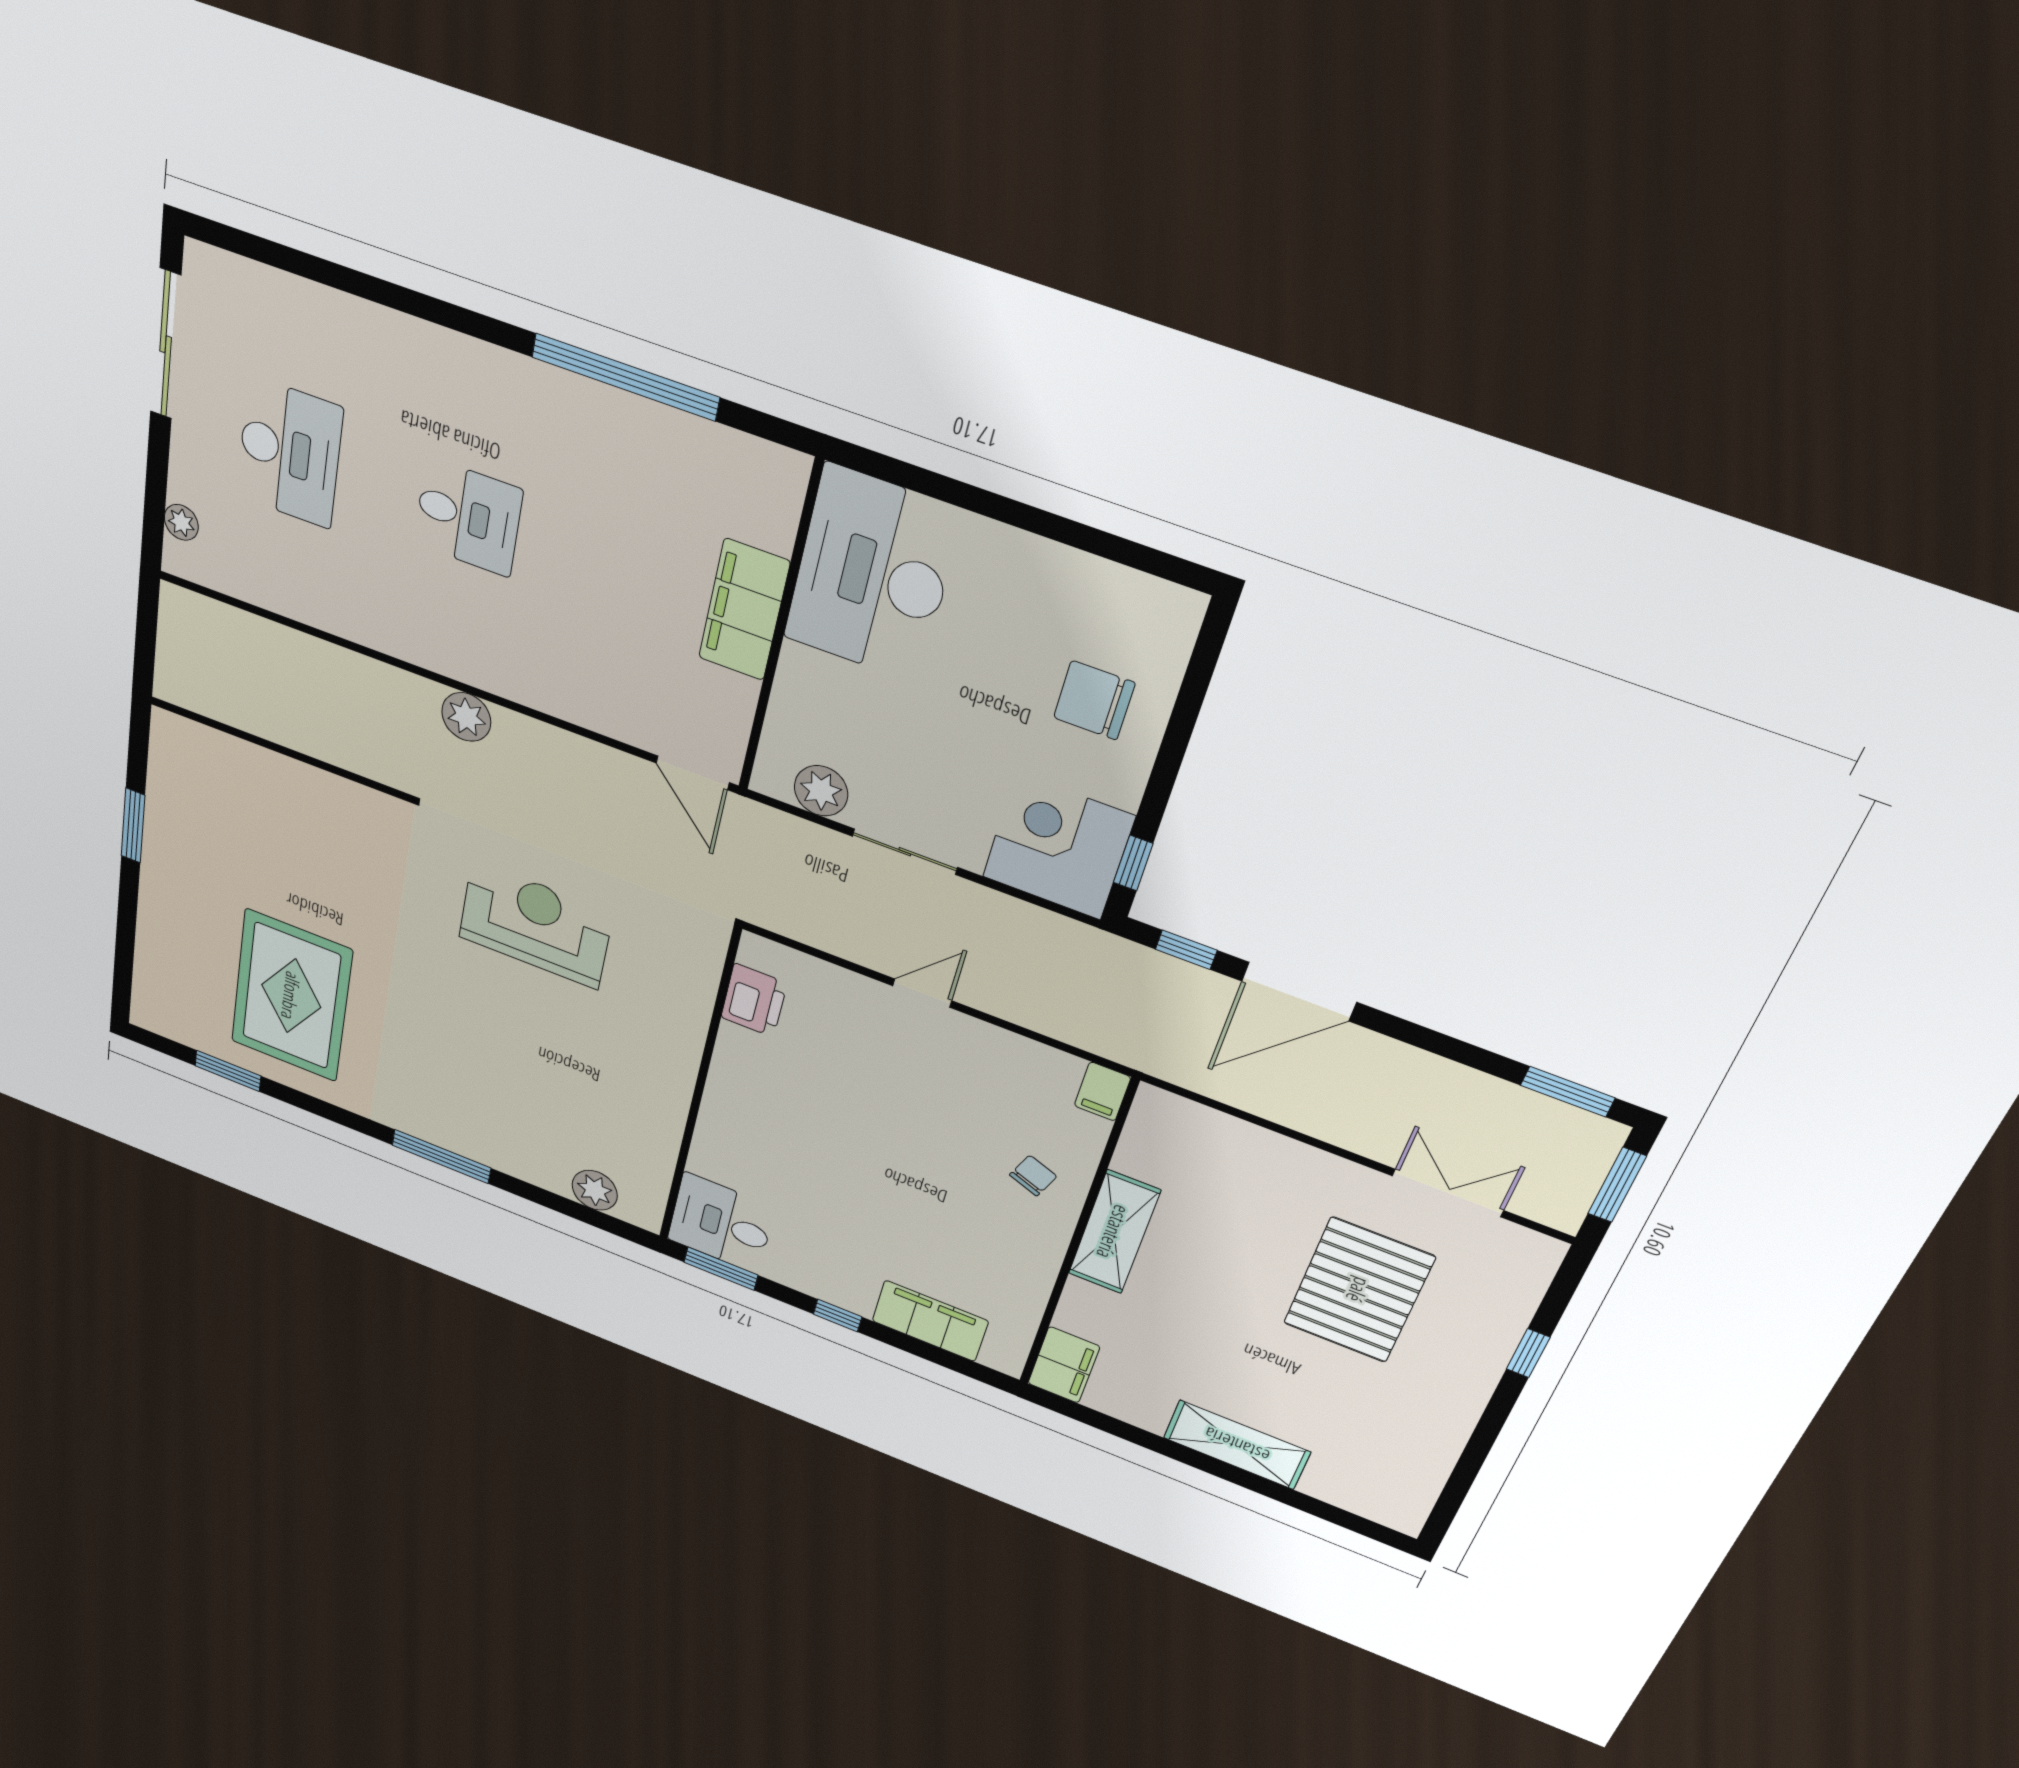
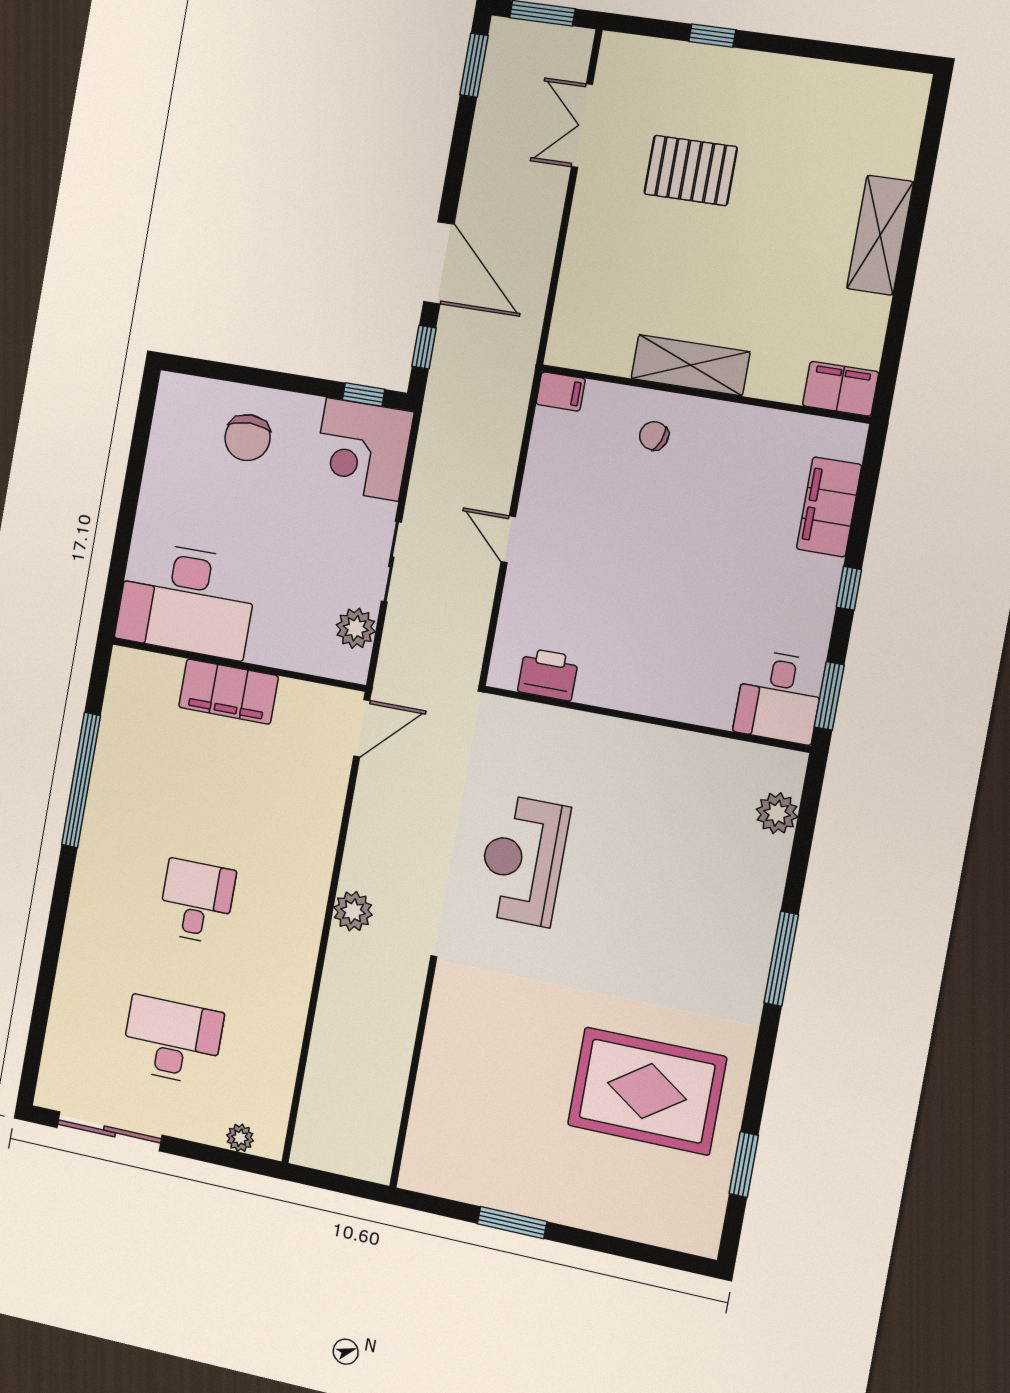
pallet: (1359, 1290) -> (691, 170), width x0.73, depth x0.71

